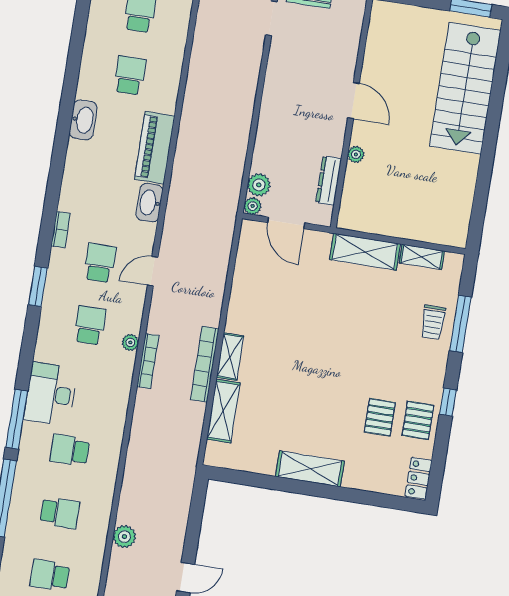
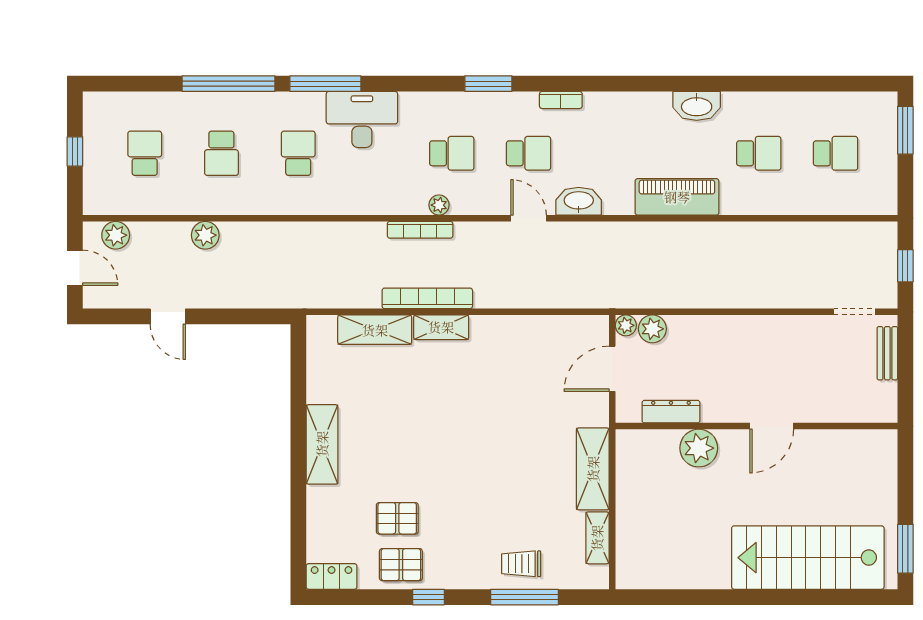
plant: (356, 154) -> (699, 448), width x1.88, depth x1.88
washbasin: (149, 203) -> (579, 201), moved

